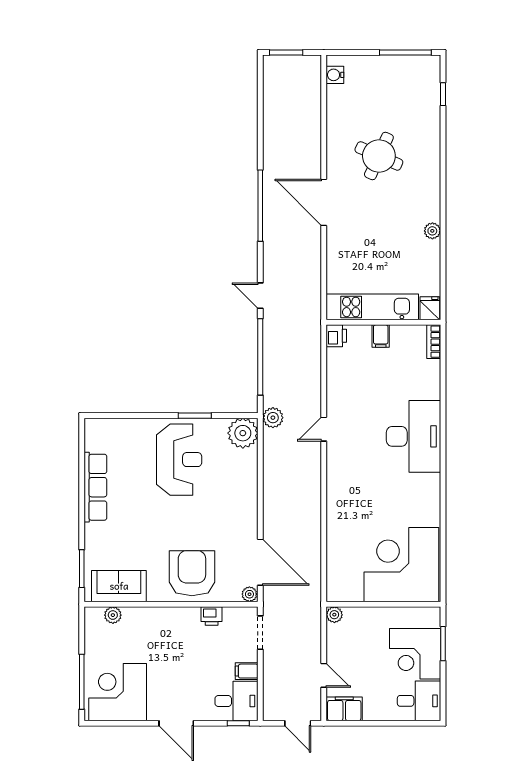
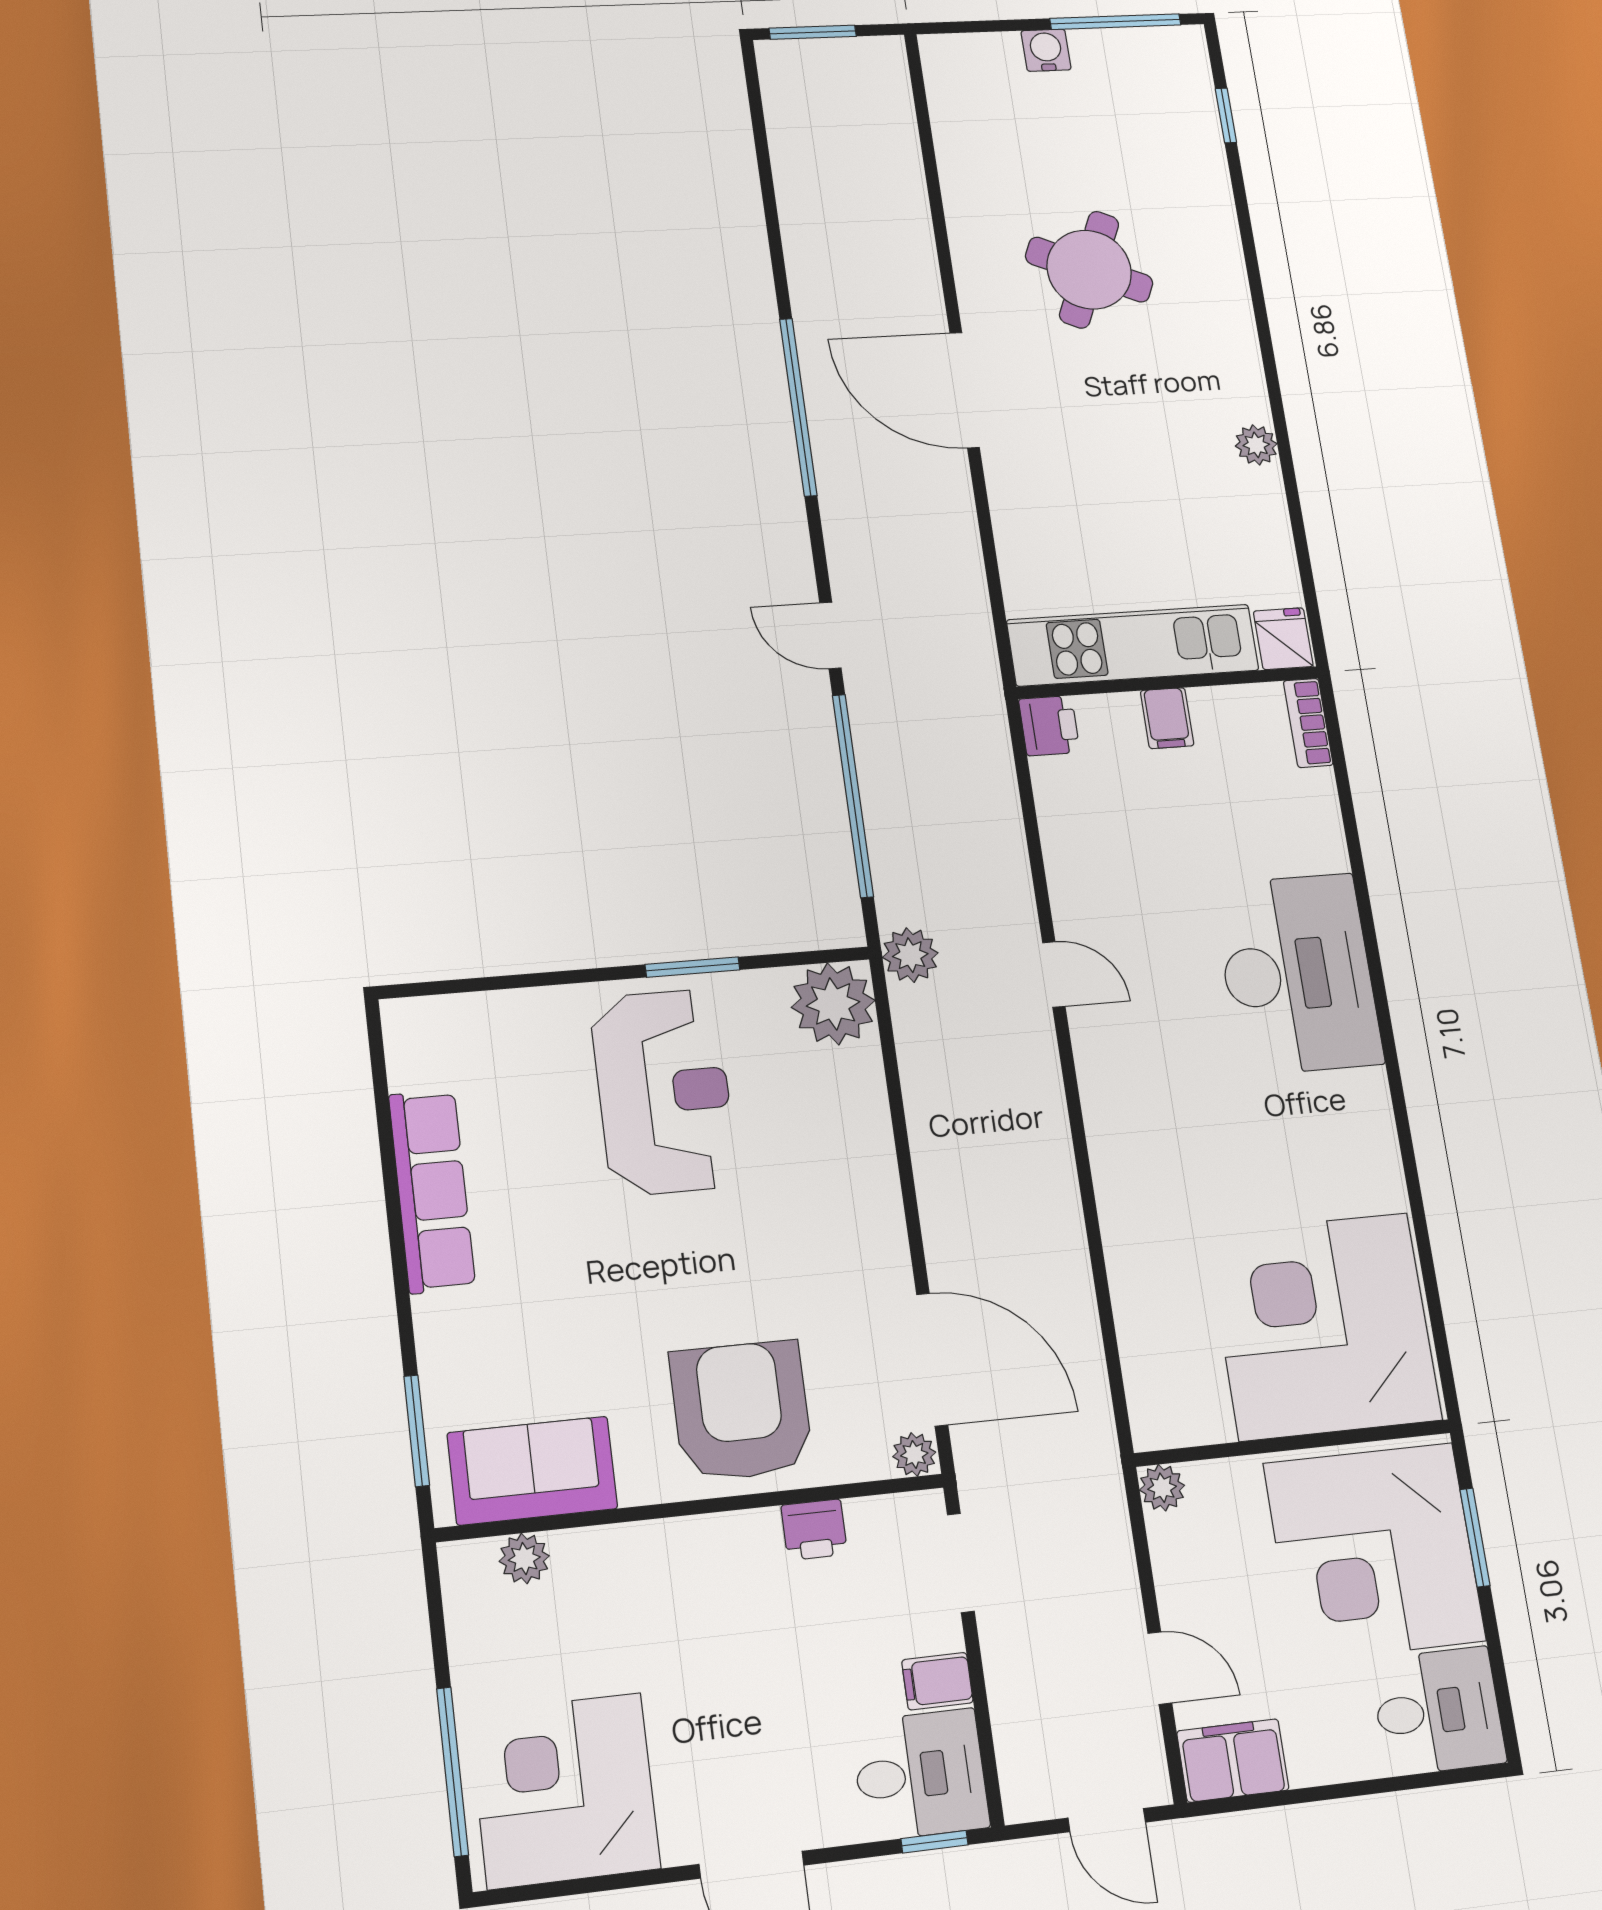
water cooler: (335, 75) -> (1046, 50), moved, turned 90
door: (324, 429) -> (1054, 974), swing flipped
corner desk: (415, 654) -> (1374, 1552), width x1.36, depth x1.36

